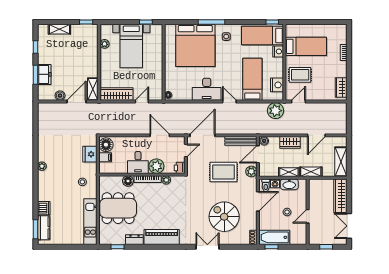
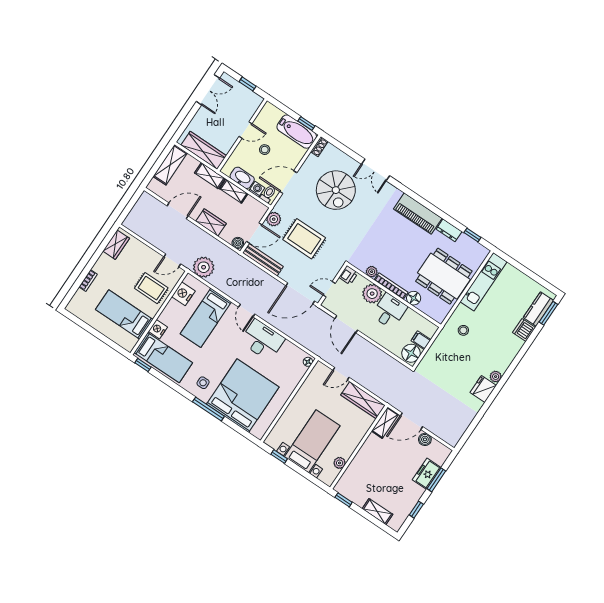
fridge: (90, 154) -> (483, 389), moved, turned 180
wardrobe: (340, 196) -> (204, 150), moved, turned -90

